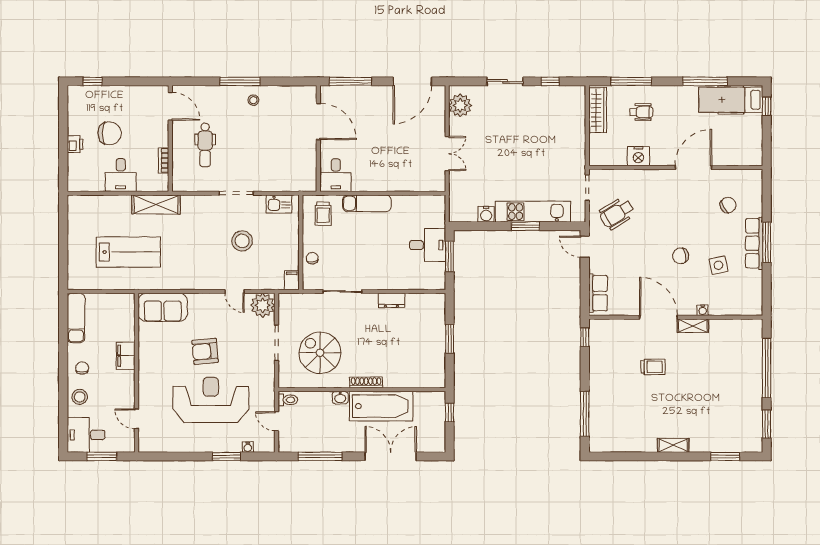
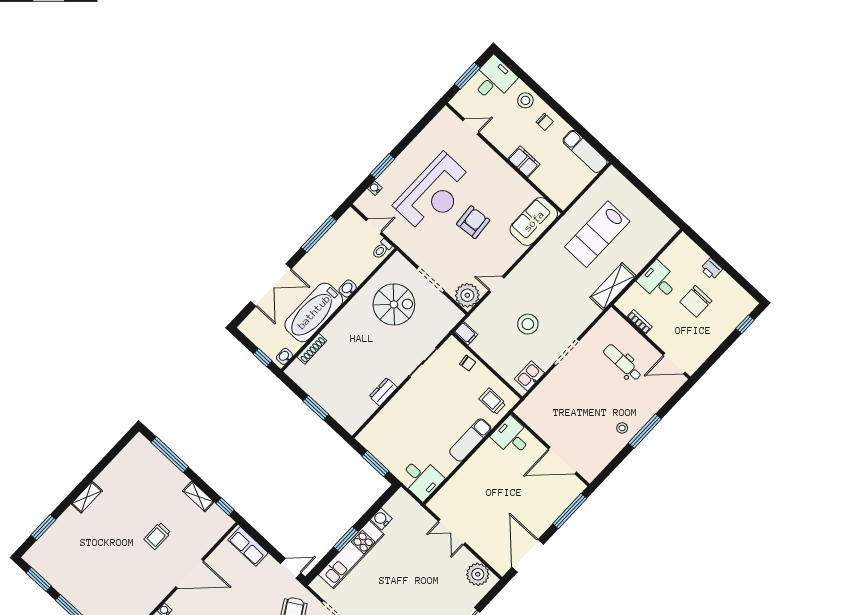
desk: (428, 245) -> (421, 478), moved, turned -90
shelving: (693, 326) -> (198, 496), moved, turned 90
shoe rack: (366, 382) -> (312, 349), moved
washbasin: (434, 397) -> (284, 356), added

